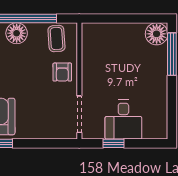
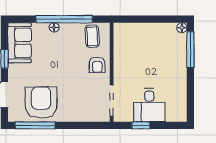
floor lamp: (17, 33) -> (54, 27), width x0.53, depth x0.53
floor lamp: (157, 34) -> (182, 28), width x0.53, depth x0.53

